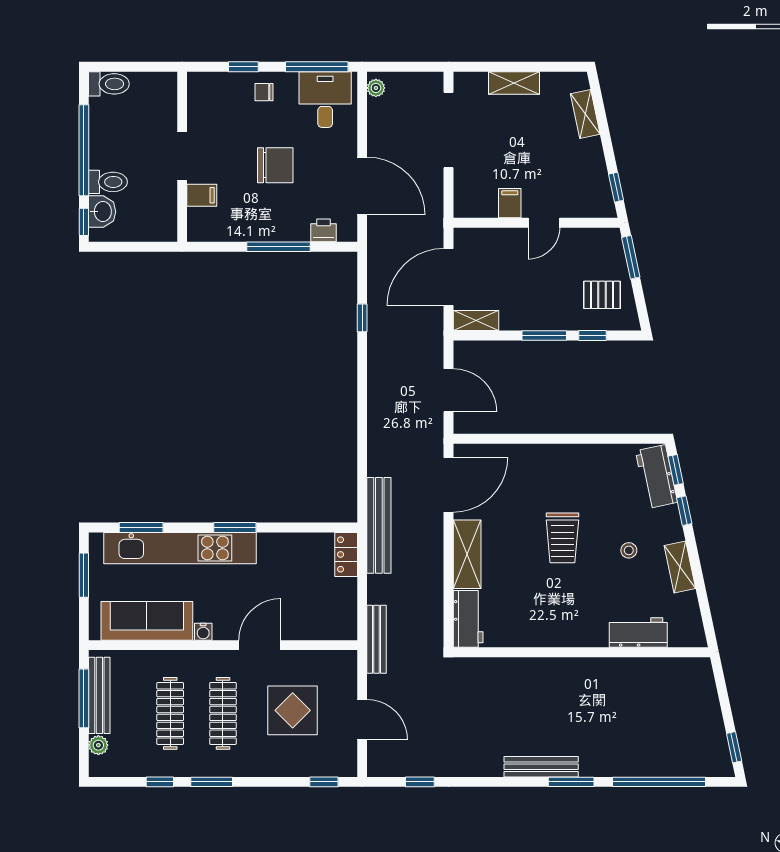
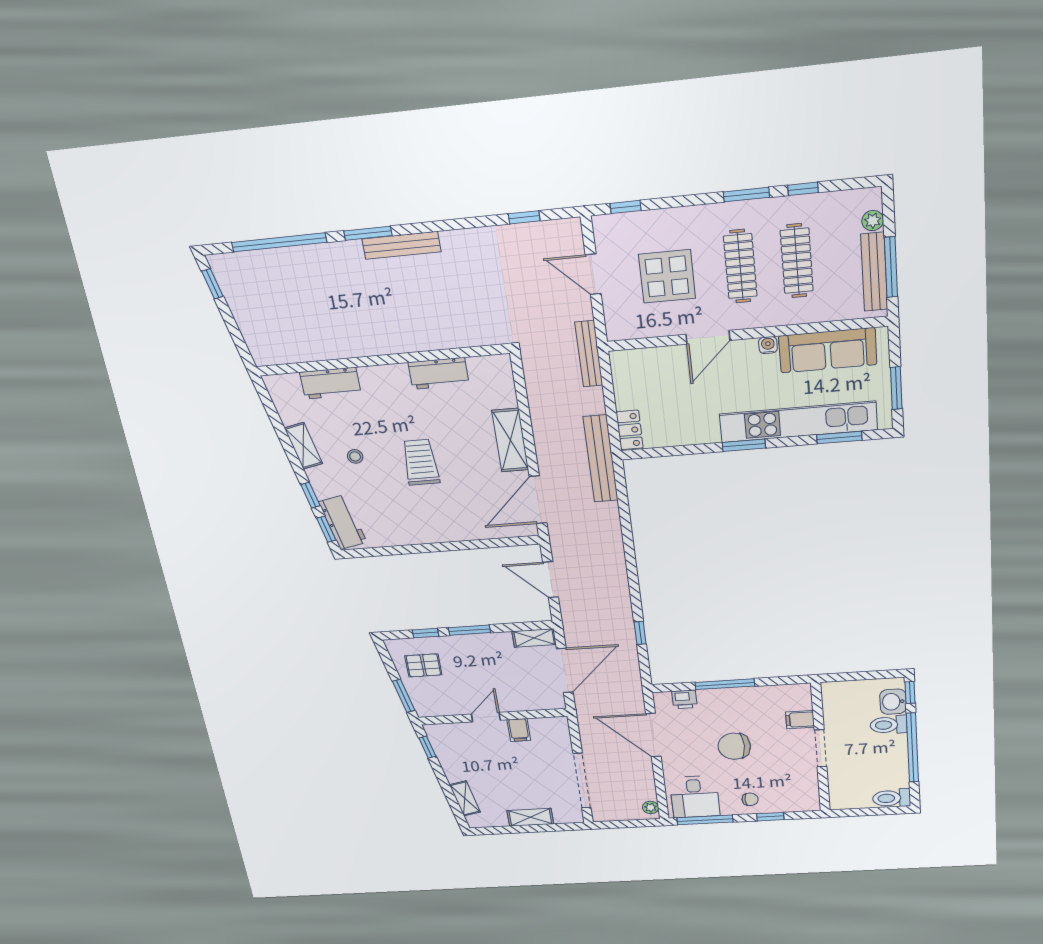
workbench: (468, 619) -> (438, 373), moved, turned -90

